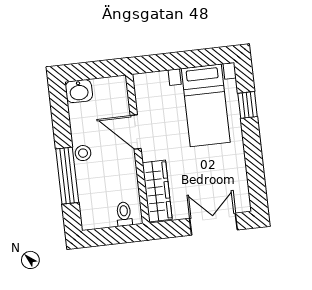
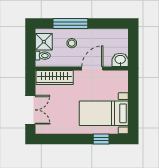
washbasin: (79, 91) -> (120, 60), moved, turned 90
stool: (83, 153) -> (72, 43), moved
shower: (102, 215) -> (44, 42), added

